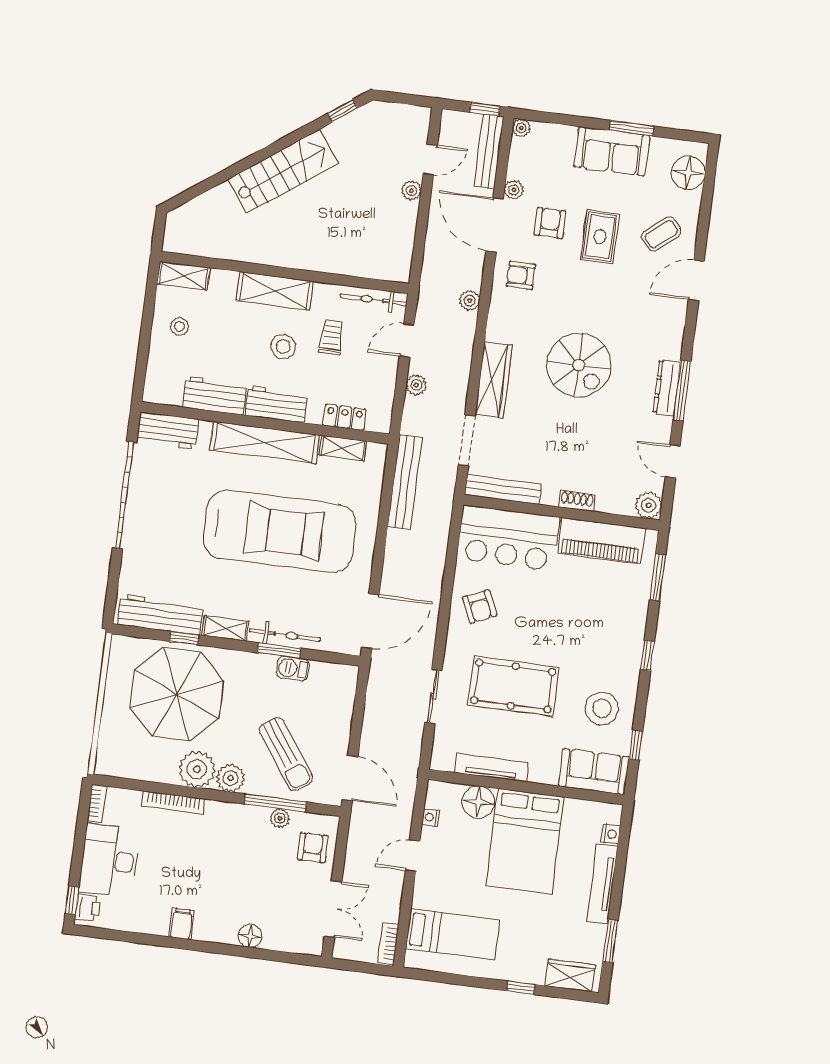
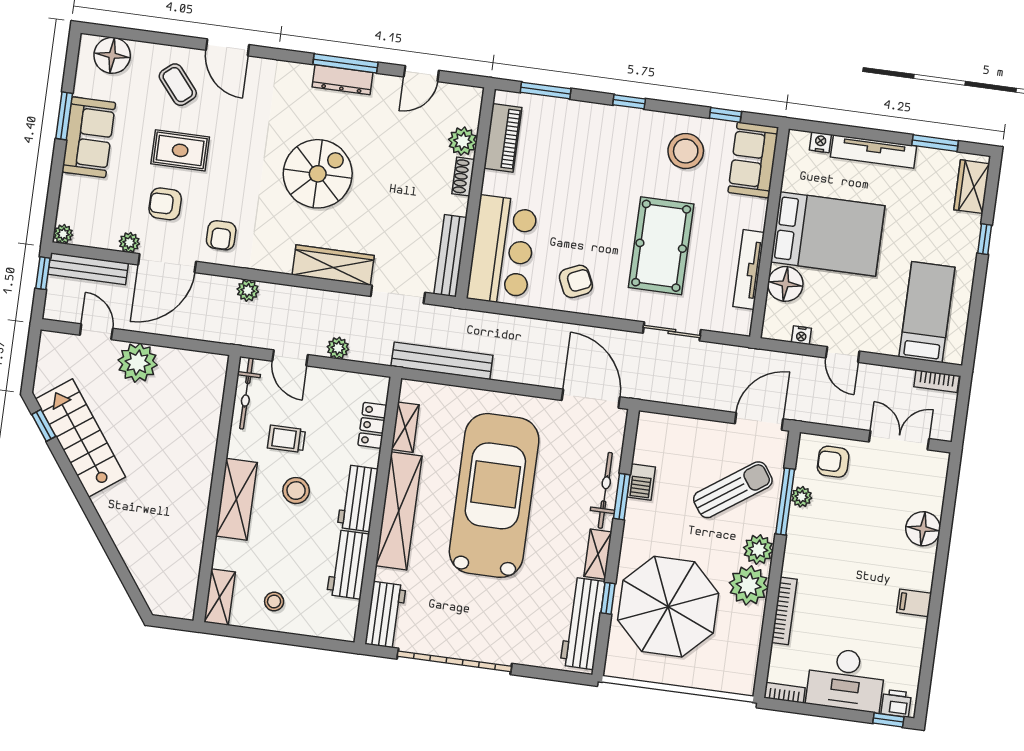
stairs: (283, 171) -> (80, 438), moved
plant: (411, 191) -> (138, 363), width x1.88, depth x1.88
plant: (649, 505) -> (463, 141), moved
piano: (601, 541) -> (503, 138), width x0.73, depth x0.75
floor lamp: (250, 936) -> (923, 529), width x1.38, depth x1.38

